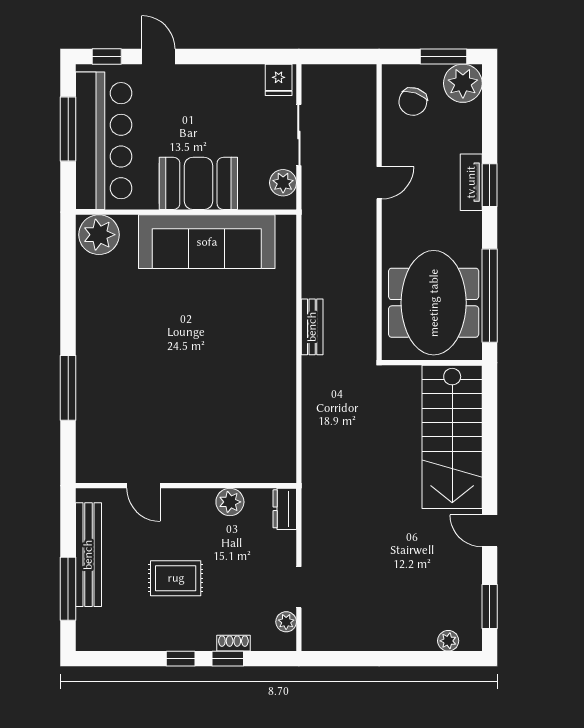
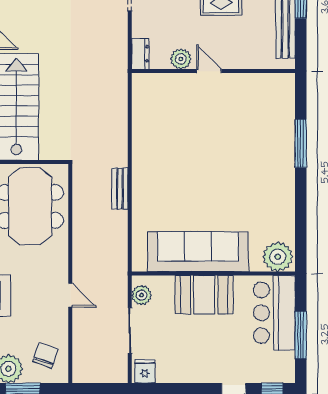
bar counter: (104, 141) -> (274, 313), width x0.73
door: (379, 183) -> (70, 295), swing flipped
door: (143, 486) -> (209, 71), moved

